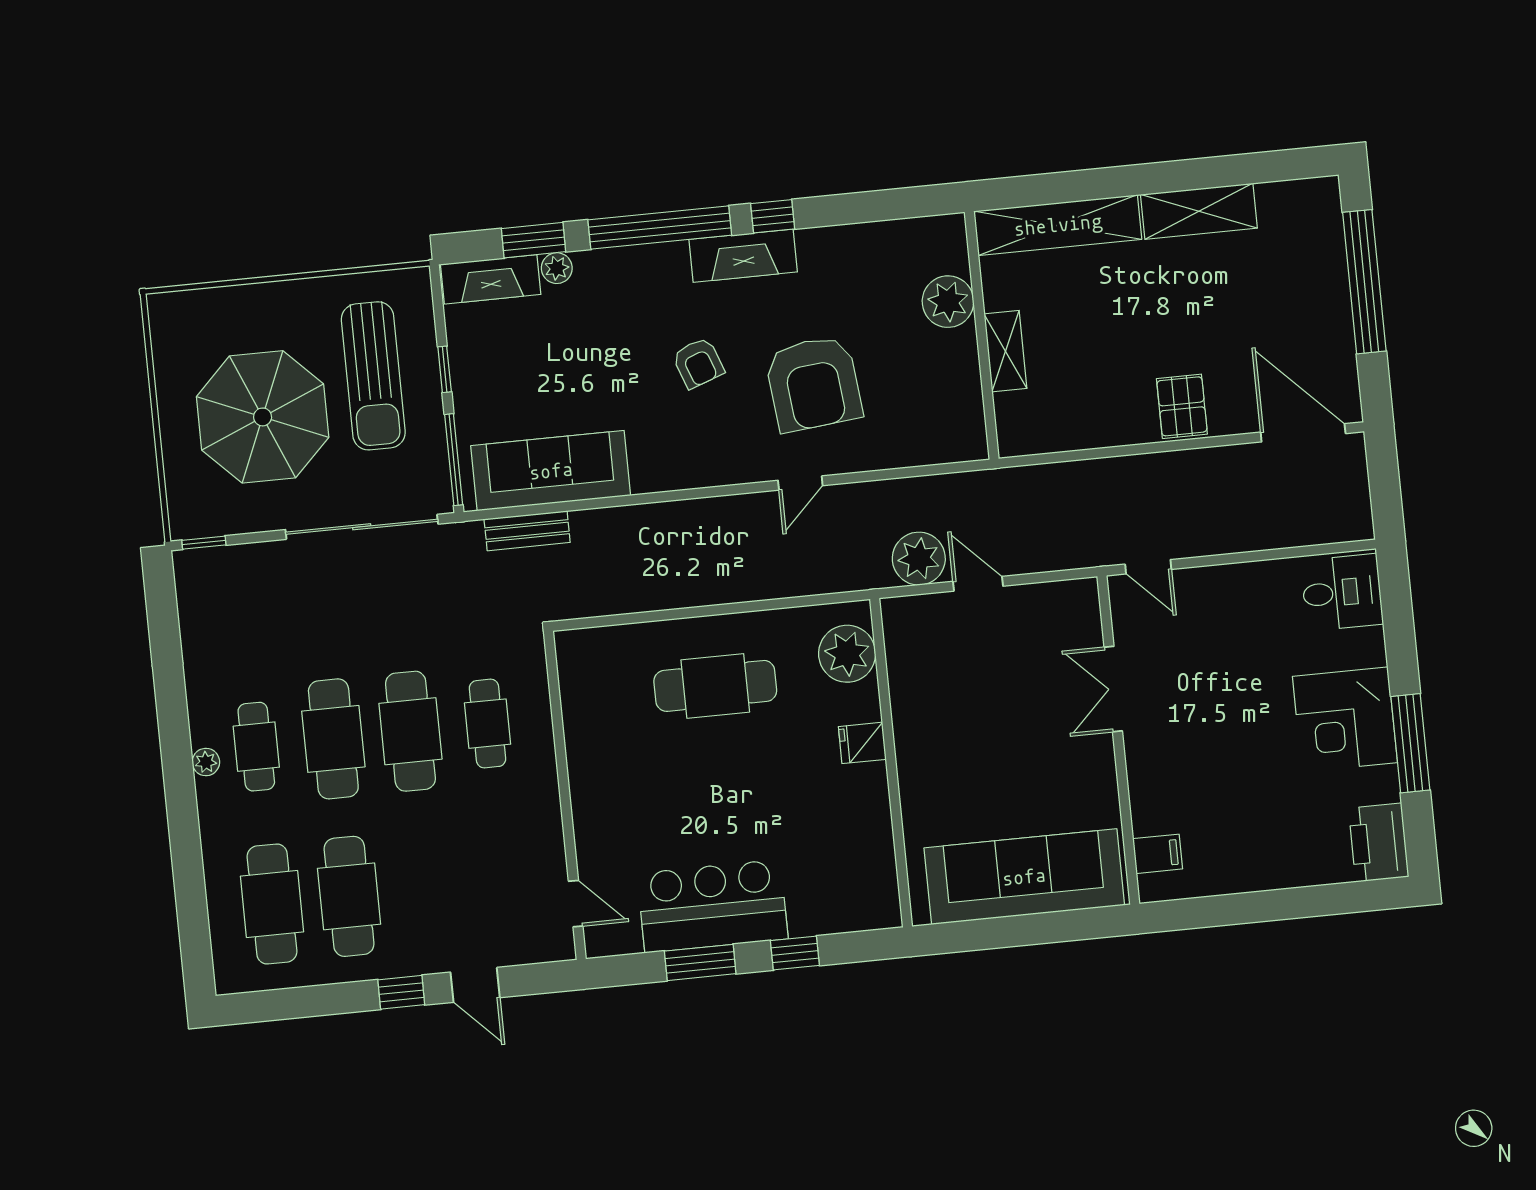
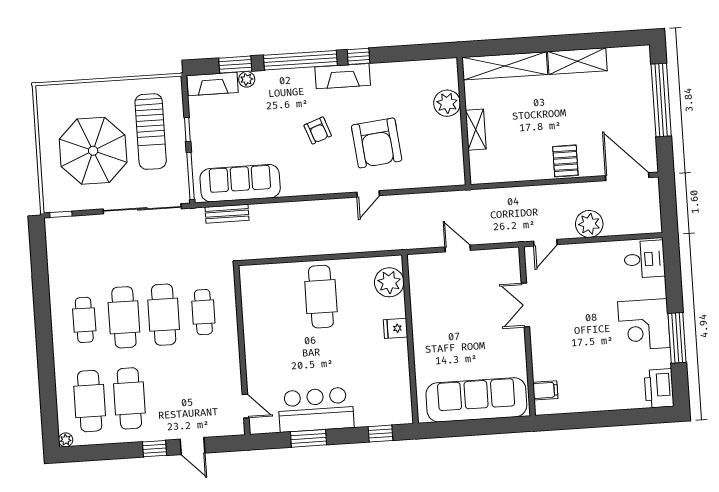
plant: (919, 559) -> (589, 224), moved
door: (1148, 567) -> (545, 243), hinge flipped
cafe table: (715, 686) -> (321, 297), turned 90
plant: (206, 762) -> (66, 440), moved
window: (795, 953) -> (380, 434), moved

